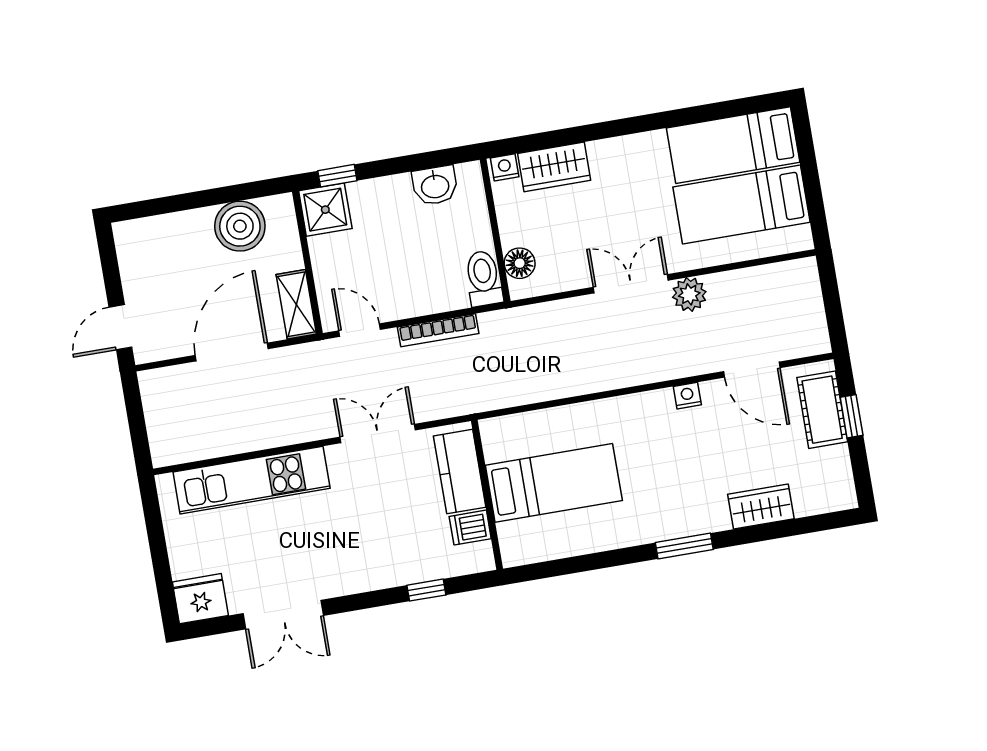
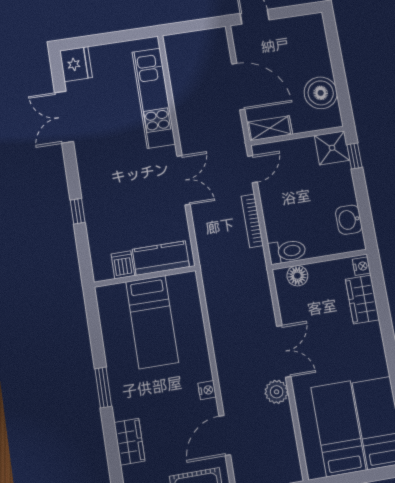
kitchen counter: (460, 472) -> (161, 258), moved
bed: (554, 483) -> (152, 322), moved
wall: (487, 495) -> (145, 276), moved
dishwasher: (470, 528) -> (123, 265), moved

